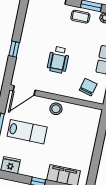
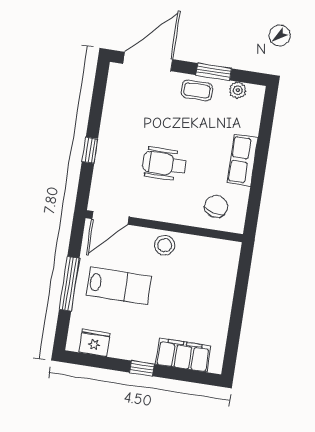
wheelchair: (58, 60) -> (164, 164), turned 90

